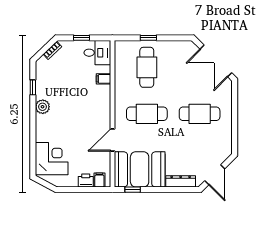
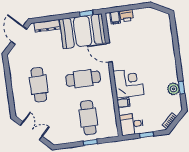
double door: (216, 61) -> (31, 131), width x0.73
plant: (43, 107) -> (173, 89), moved
cafe table: (200, 114) -> (39, 85), turned 90
door: (112, 140) -> (109, 53), swing flipped
corner desk: (52, 159) -> (128, 83), moved, turned 180

